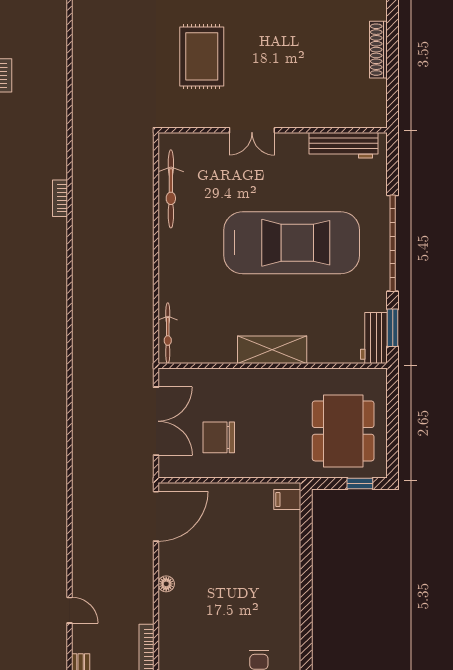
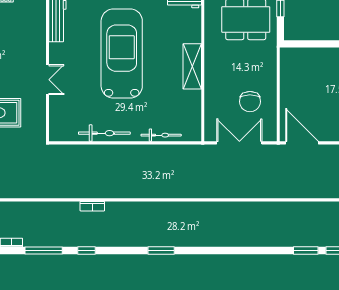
bicycle: (171, 189) -> (104, 133), moved
bicycle: (168, 333) -> (161, 135), moved
filing cabinet: (287, 500) -> (291, 56), removed

